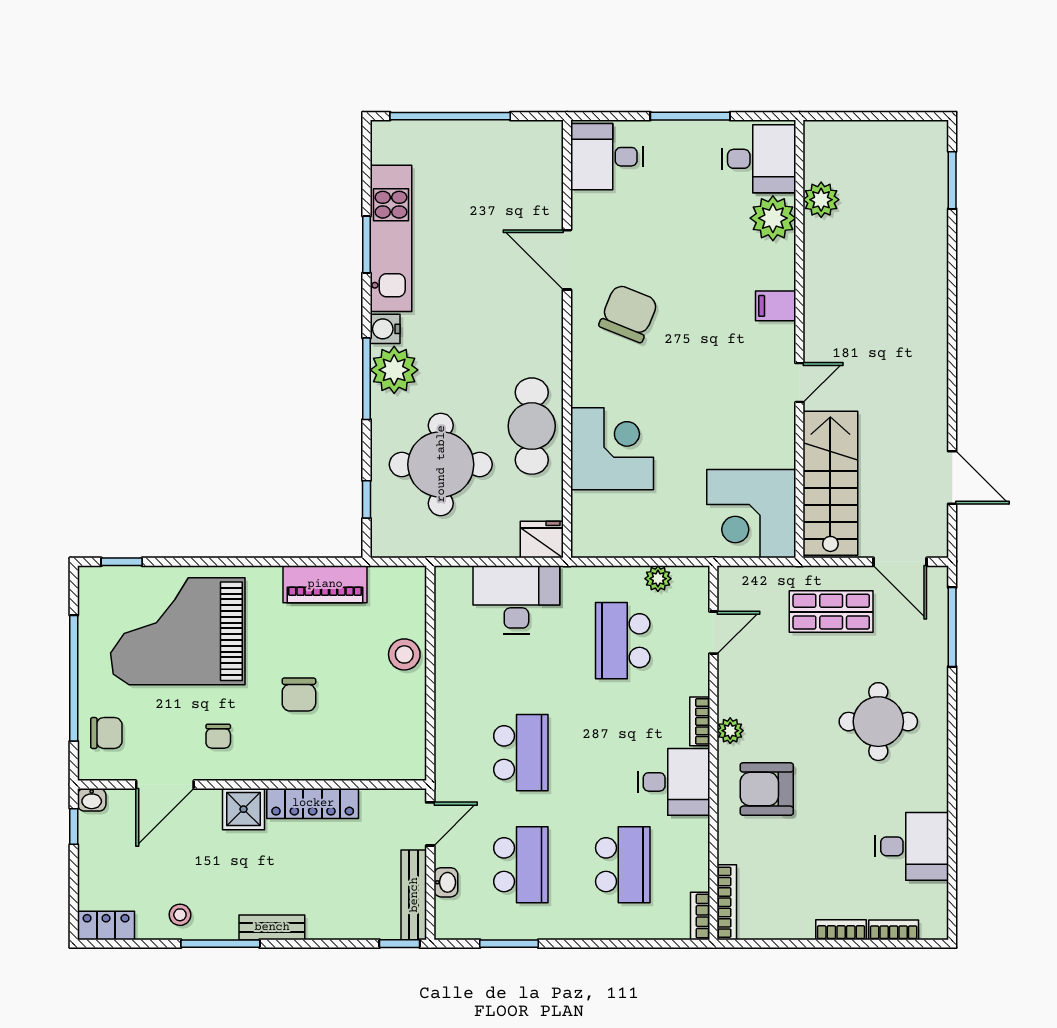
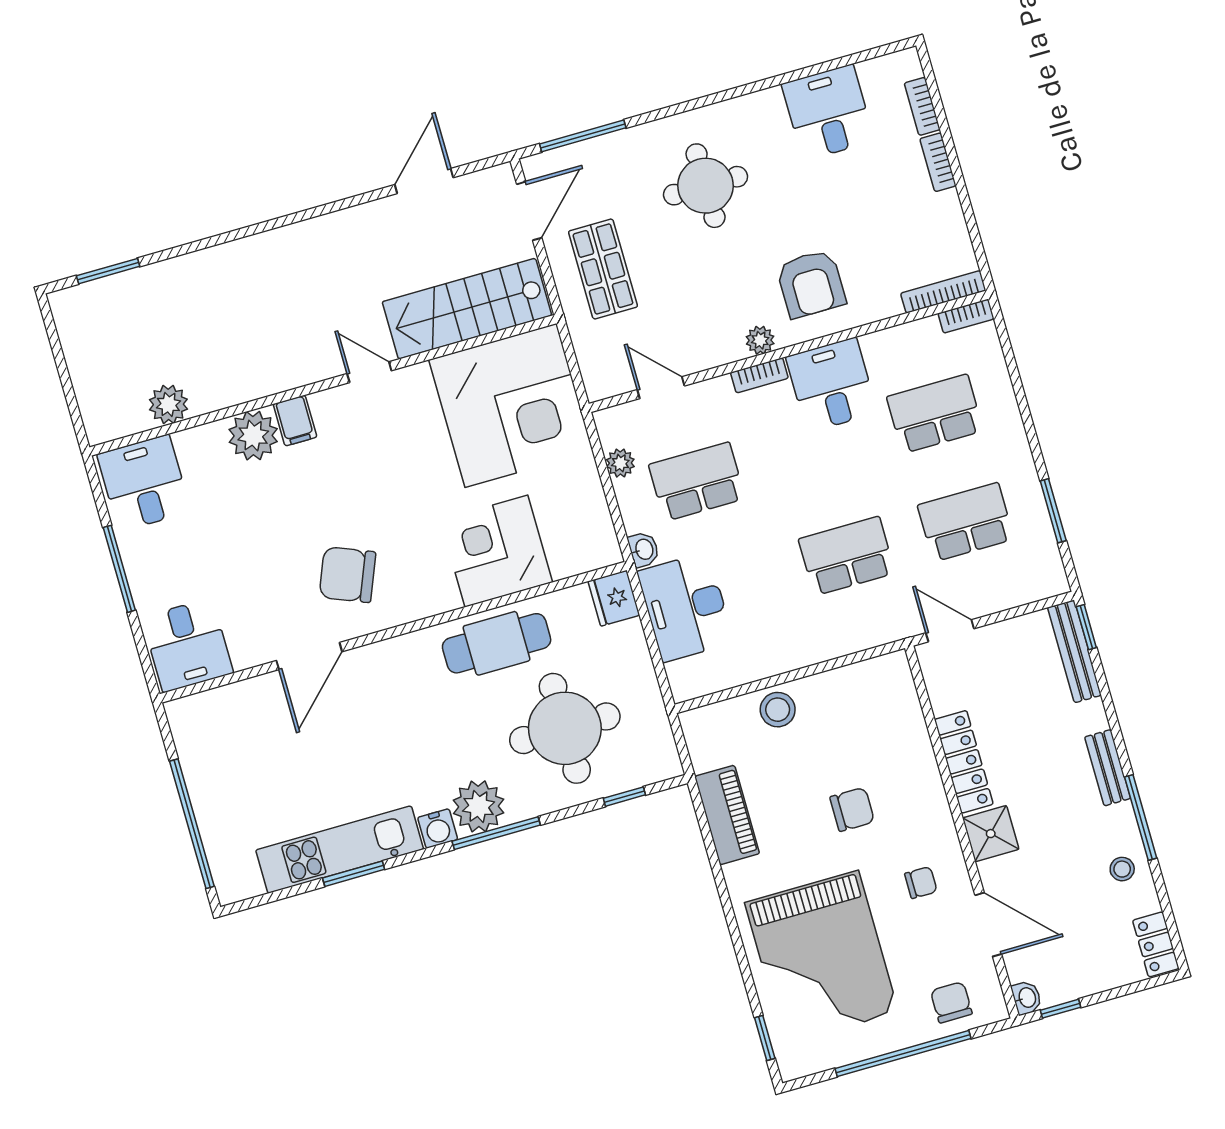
plant: (773, 218) -> (253, 436), moved
corner desk: (751, 514) -> (511, 405), width x1.36, depth x1.36
school desk: (623, 641) -> (697, 482), turned 180
washbasin: (446, 882) -> (644, 549), moved, turned 90
bench: (414, 895) -> (1074, 651), moved, turned 90

